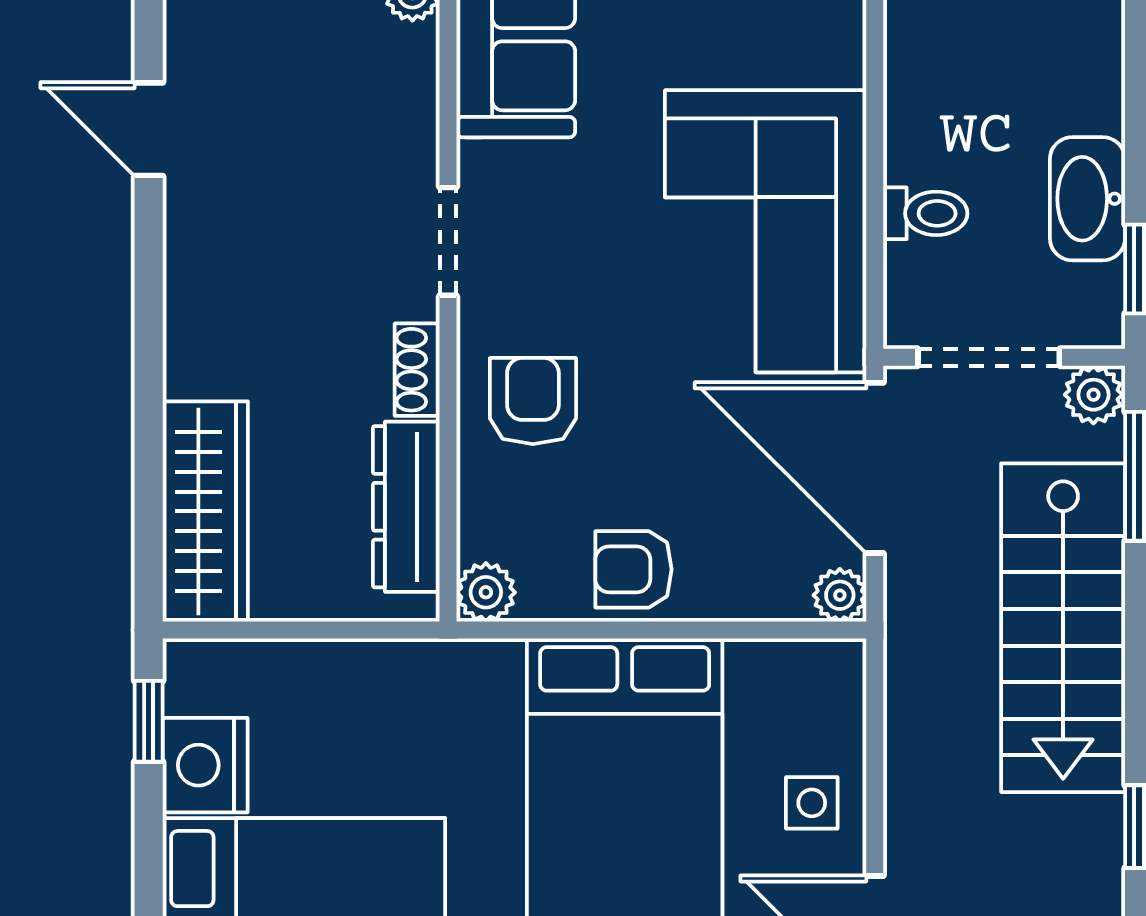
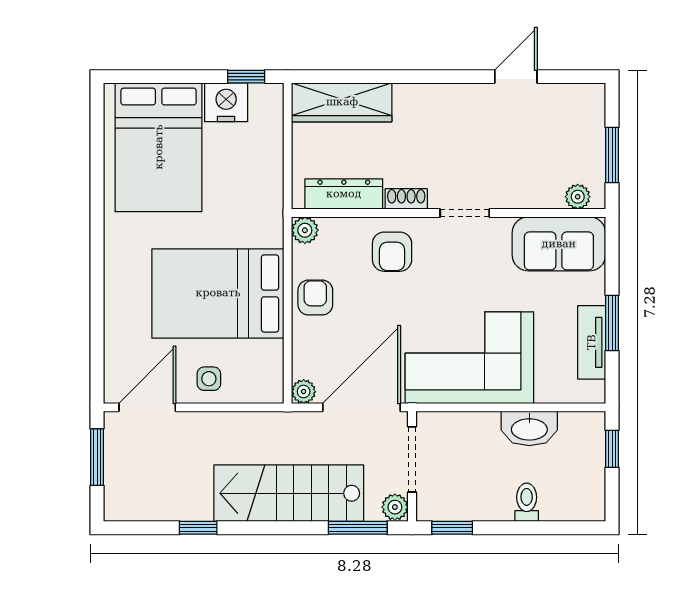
washbasin: (1087, 199) -> (529, 428), moved, turned 180
toilet: (925, 213) -> (527, 502), moved, turned 180
armchair: (533, 401) -> (392, 252), turned 90

